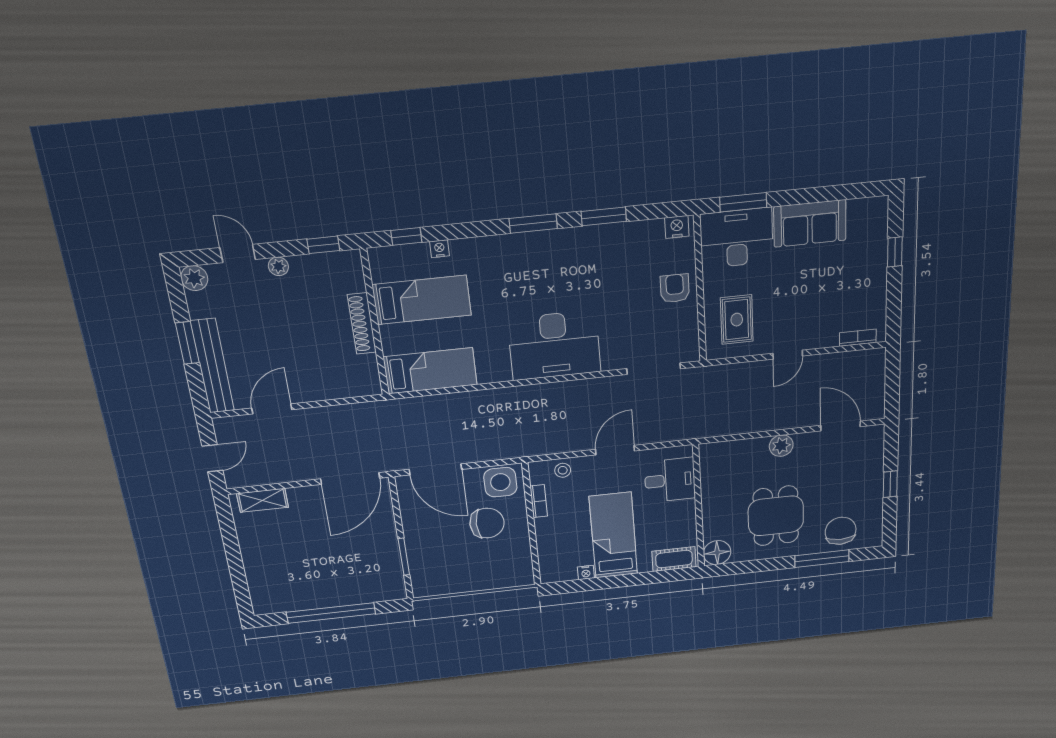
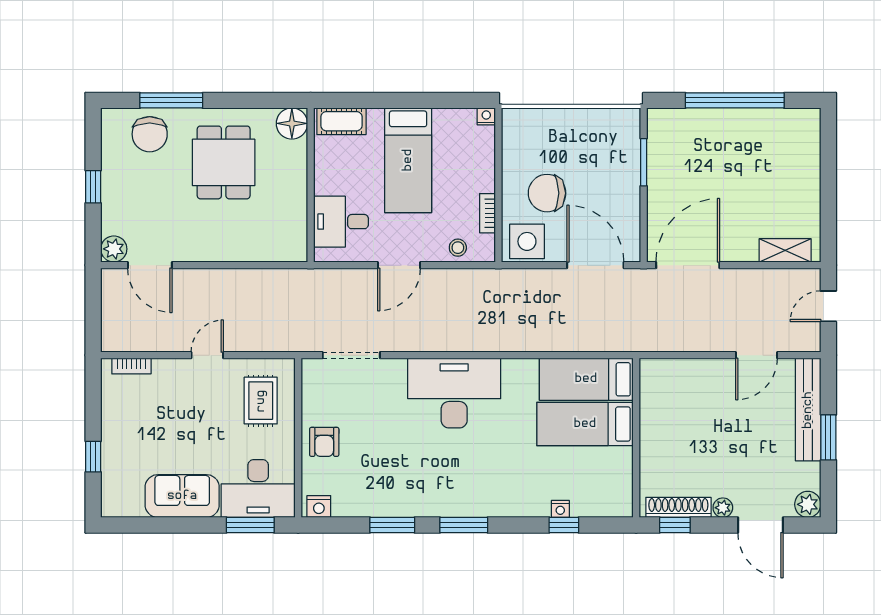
window: (406, 236) -> (564, 525), moved
door: (238, 253) -> (760, 525), width x1.38
bed: (422, 300) -> (585, 424), moved
shoe rack: (362, 324) -> (678, 507), moved, turned -90
plant: (781, 446) -> (114, 249), moved
nightstand: (586, 573) -> (486, 116), moved

